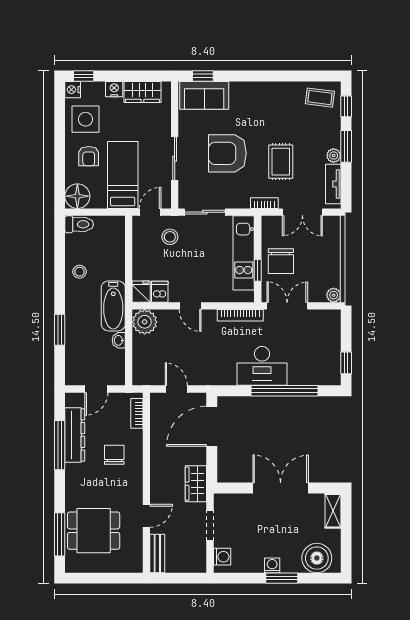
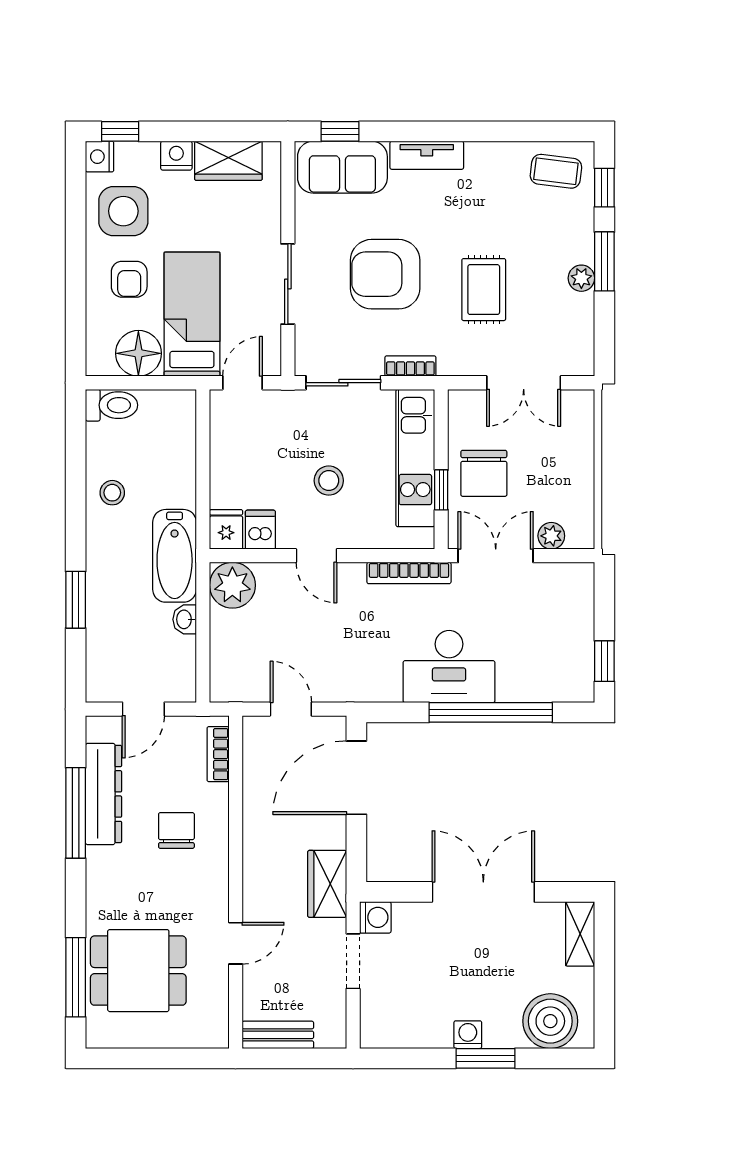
tv unit: (333, 184) -> (427, 155), moved, turned -90
floor lamp: (77, 196) -> (138, 353), moved
bookcase: (264, 203) -> (410, 366), moved
stool: (170, 237) -> (329, 481), moved
plant: (334, 295) -> (551, 536), moved
bench: (157, 553) -> (278, 1035), moved, turned 90
washing machine: (222, 557) -> (375, 917), moved

